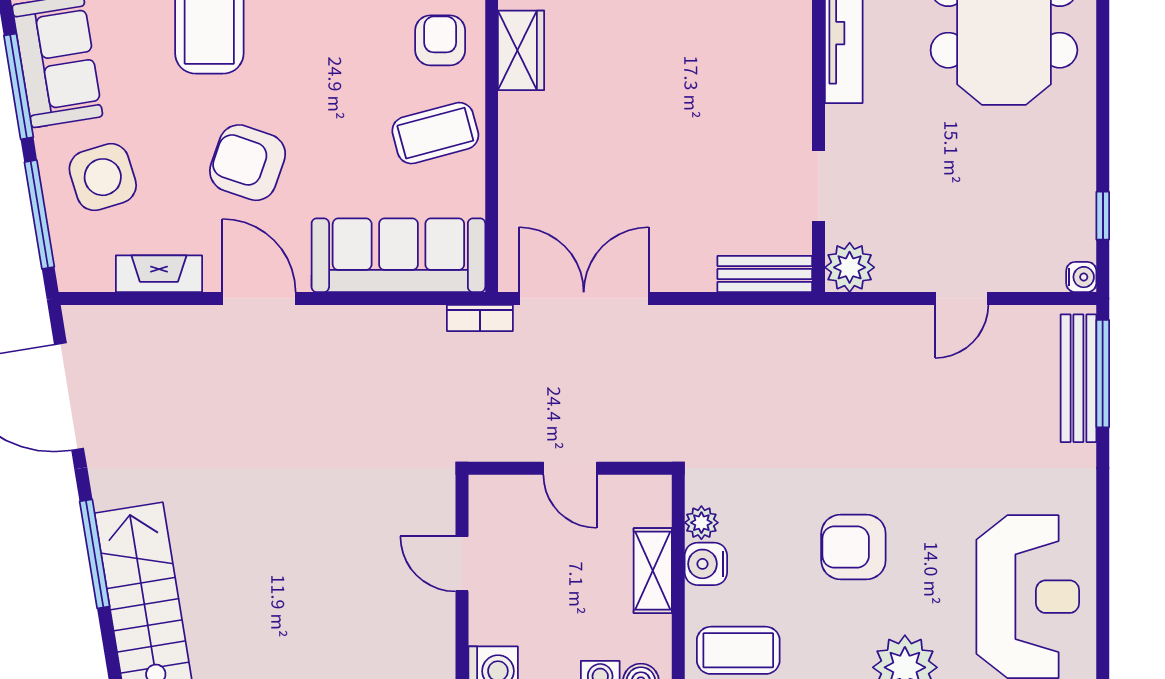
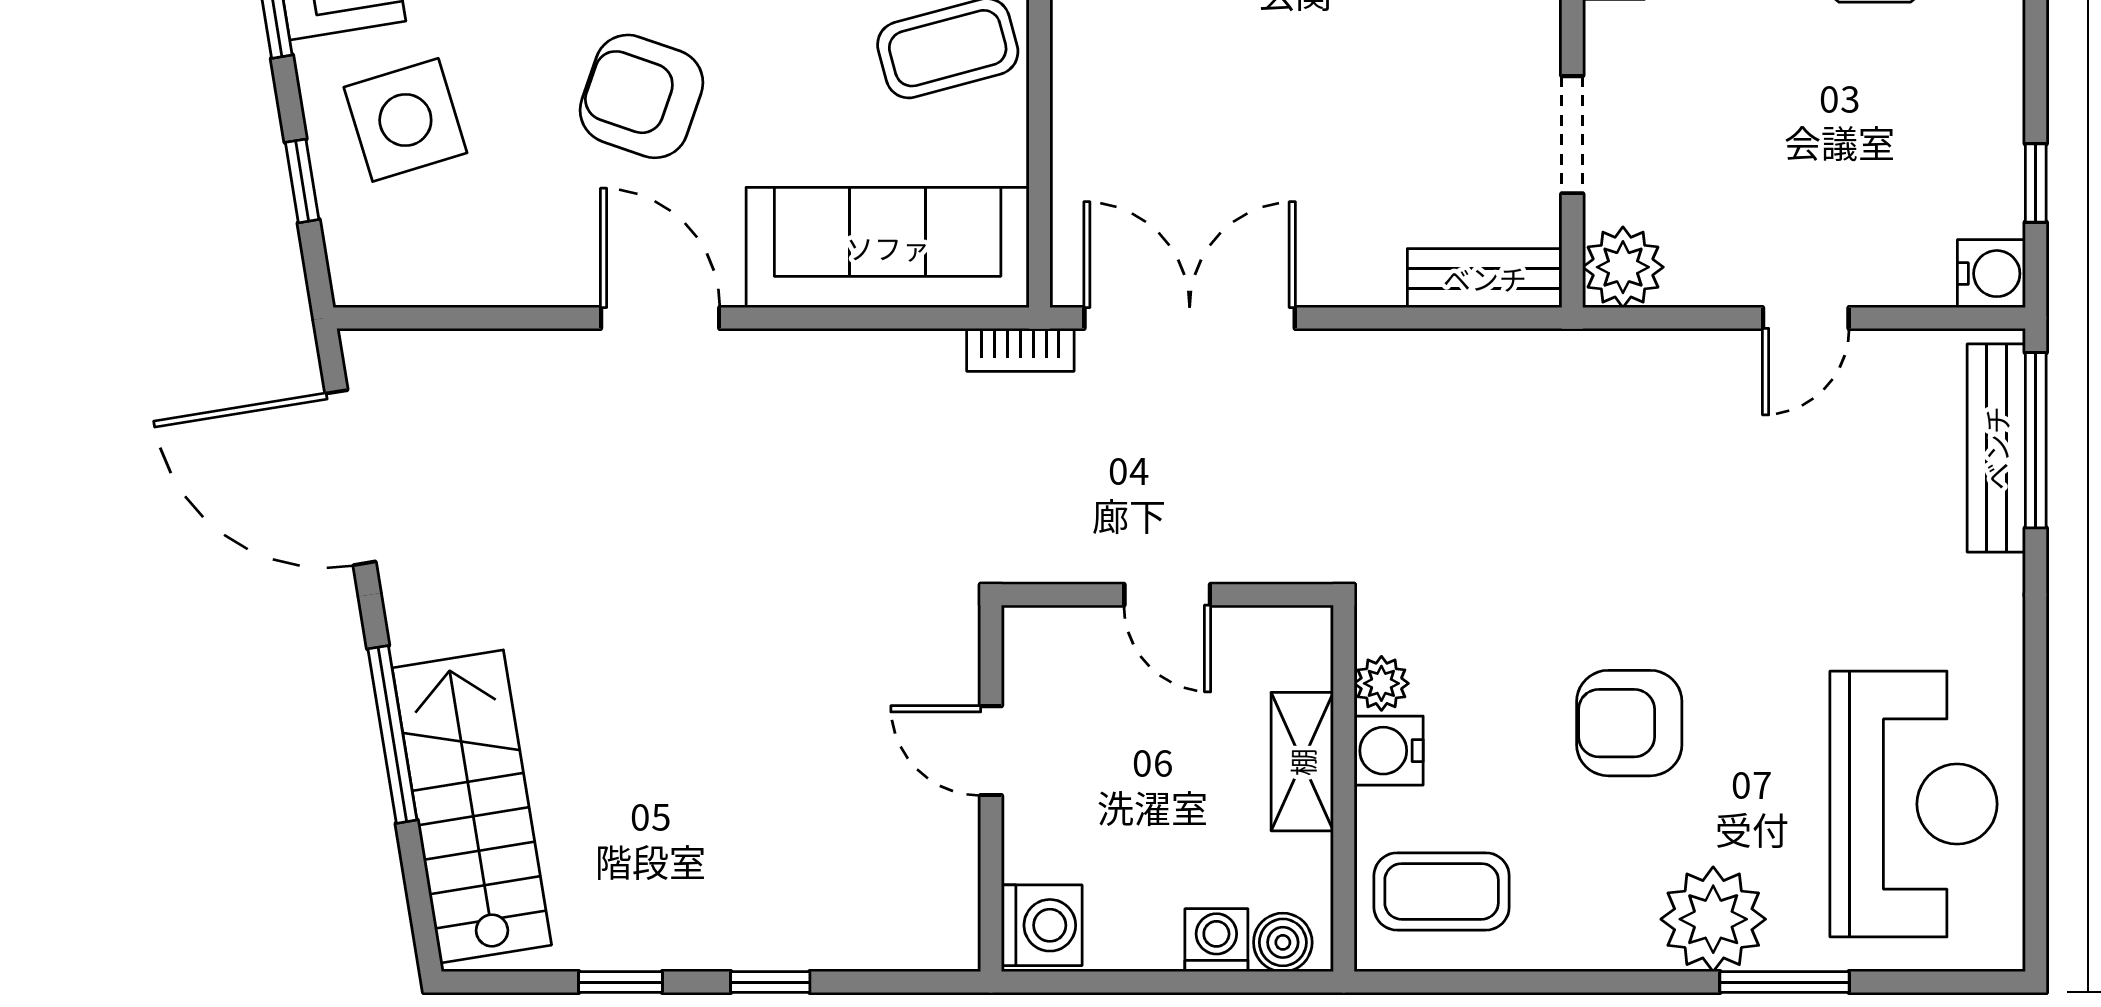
window: (39, 214) -> (302, 181), width x0.46
fireplace: (159, 274) -> (497, 278), removed
water cooler: (1081, 277) -> (1991, 274), width x1.38, depth x1.38

